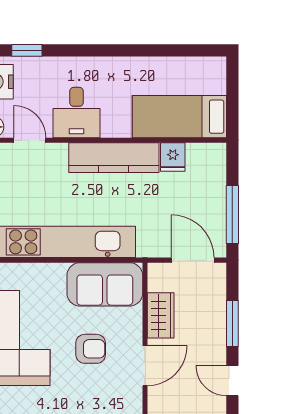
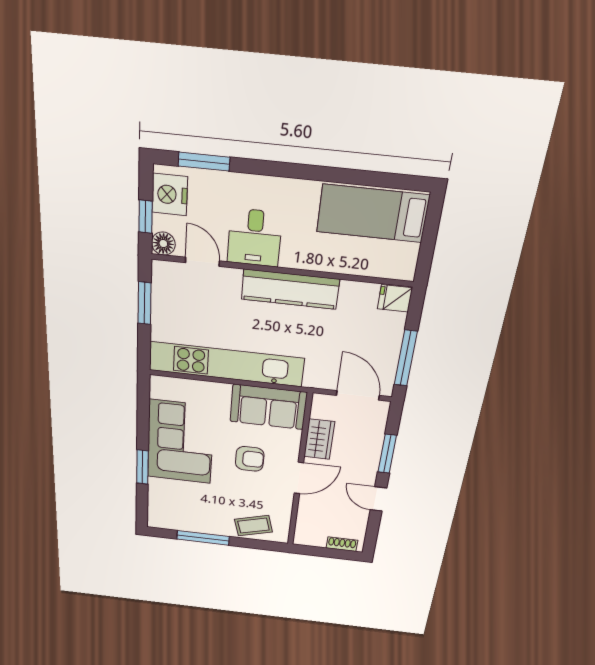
window: (27, 50) -> (204, 162), width x1.50
bed: (179, 117) -> (373, 214), moved
fridge: (173, 157) -> (395, 298), moved, turned 90

